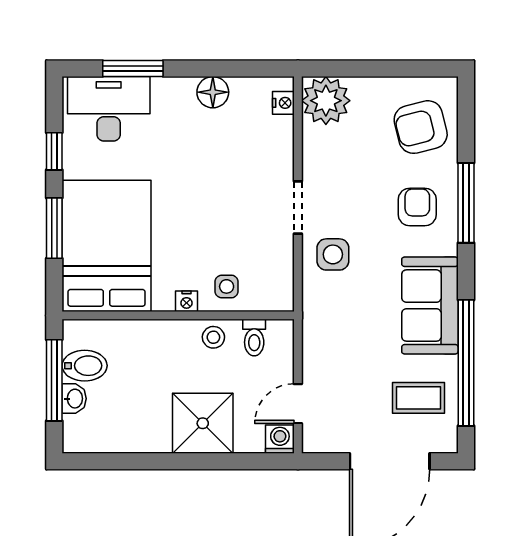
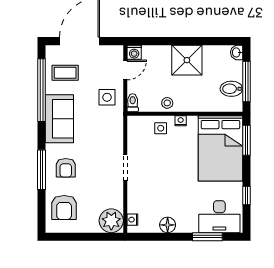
armchair: (421, 127) -> (64, 208), turned 104
window: (54, 228) -> (246, 140), moved
side table: (333, 254) -> (107, 97), moved
toilet: (254, 338) -> (133, 103), moved
washbasin: (74, 399) -> (237, 52), moved
shower: (203, 423) -> (187, 60), moved

